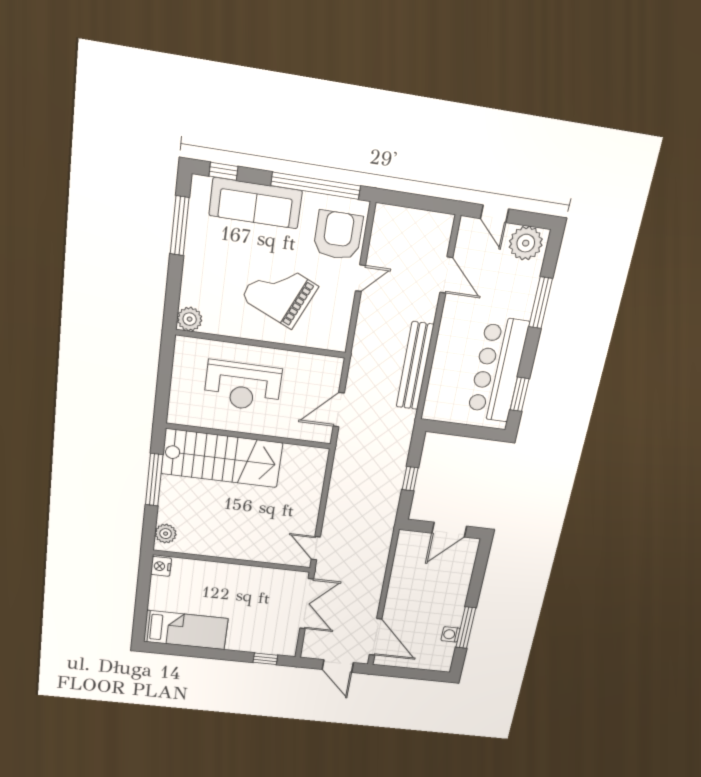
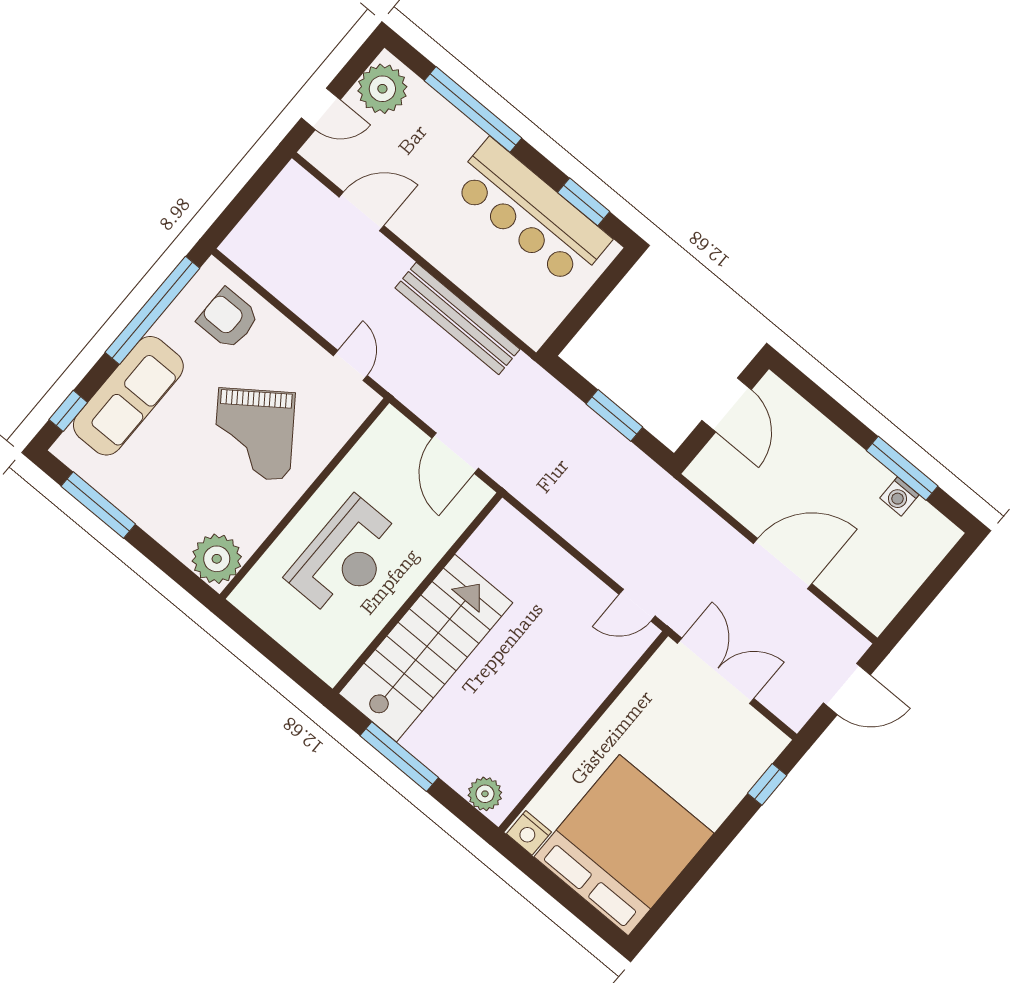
armchair: (338, 235) -> (228, 319), width x0.73, depth x0.73
door: (360, 278) -> (350, 366), moved
grand piano: (280, 292) -> (254, 434), turned -60
window: (541, 303) -> (473, 109), width x1.46
plant: (190, 319) -> (217, 559), width x1.36, depth x1.36
window: (410, 479) -> (614, 415), width x1.50
bed: (186, 630) -> (624, 845), width x2.04
door: (376, 637) -> (783, 564), moved

